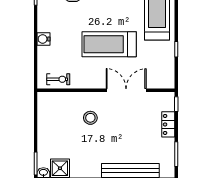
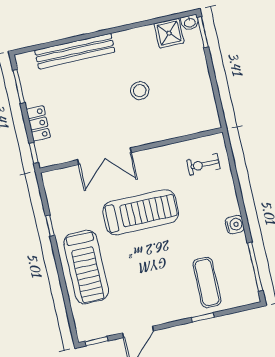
water cooler: (44, 39) -> (235, 225), moved
exercise bike: (58, 79) -> (203, 164), moved
stool: (90, 118) -> (140, 91), moved

